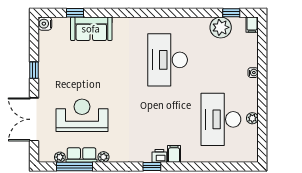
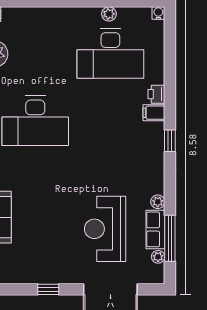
water cooler: (253, 73) -> (158, 13), moved
printer: (159, 156) -> (156, 94), moved

